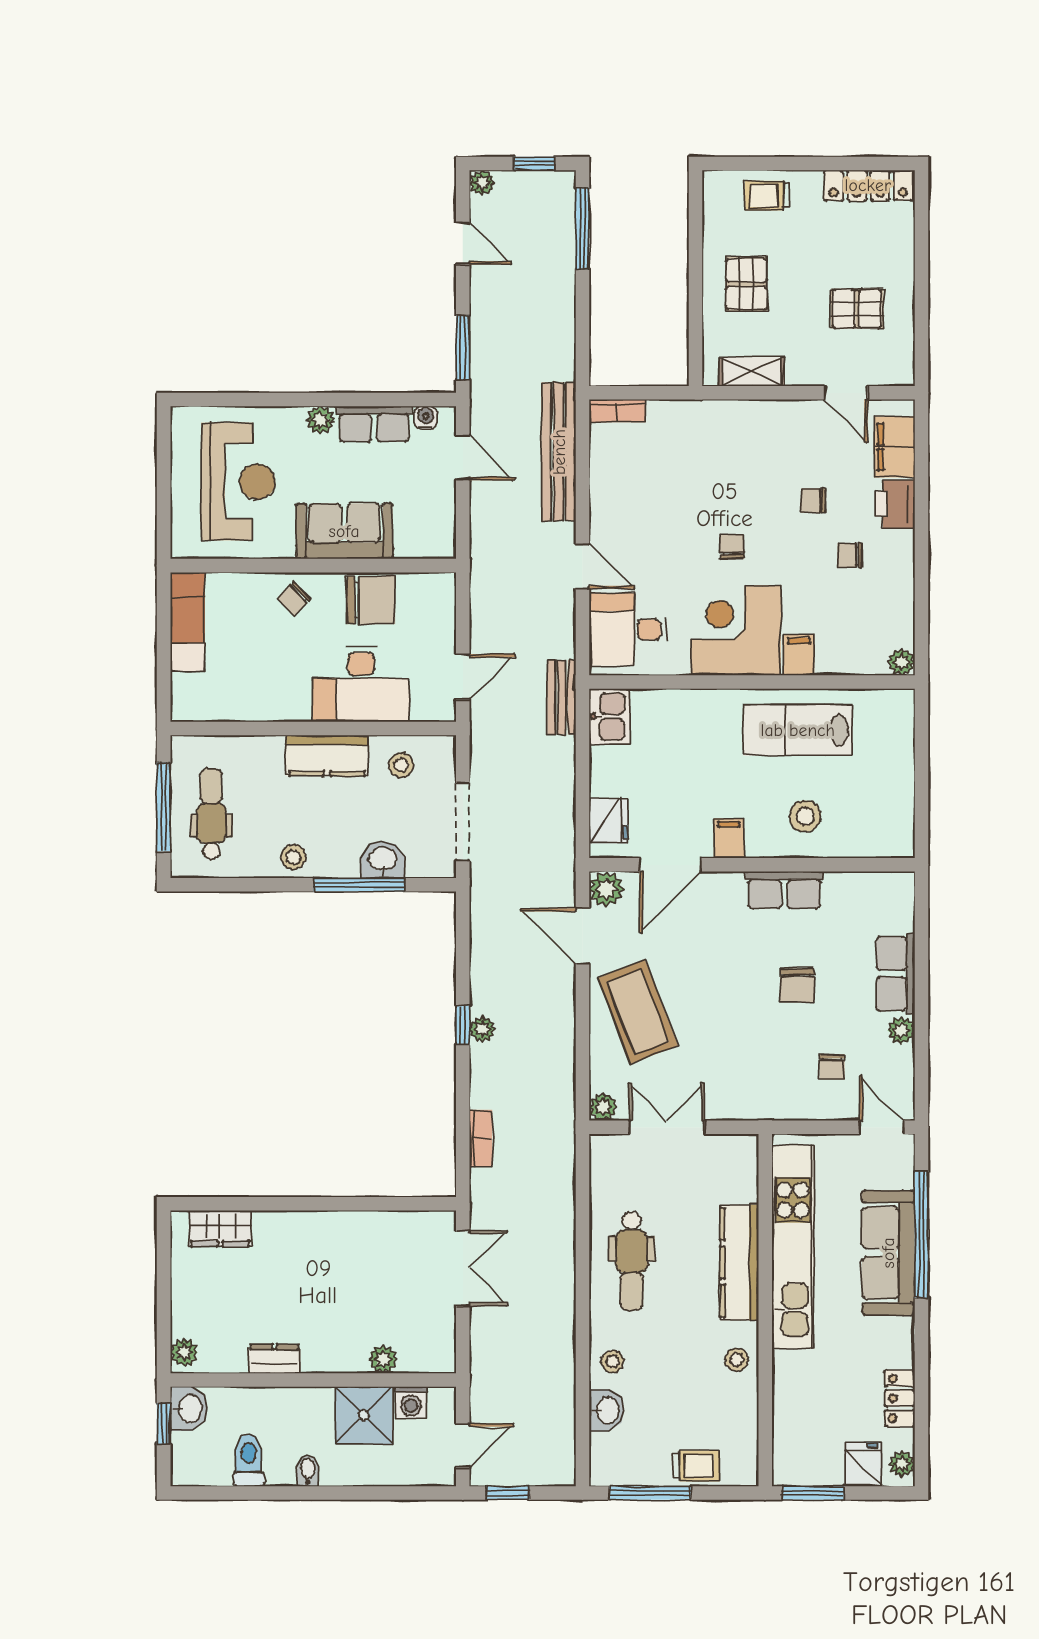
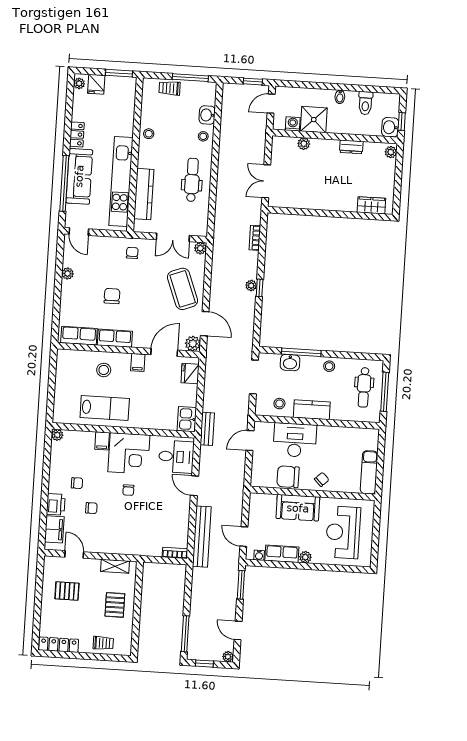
row of seats: (895, 974) -> (79, 336), moved, turned -90
chair: (832, 1067) -> (132, 253), moved
kitchen counter: (739, 1263) -> (144, 194), moved
locker: (900, 1398) -> (77, 134), moved

